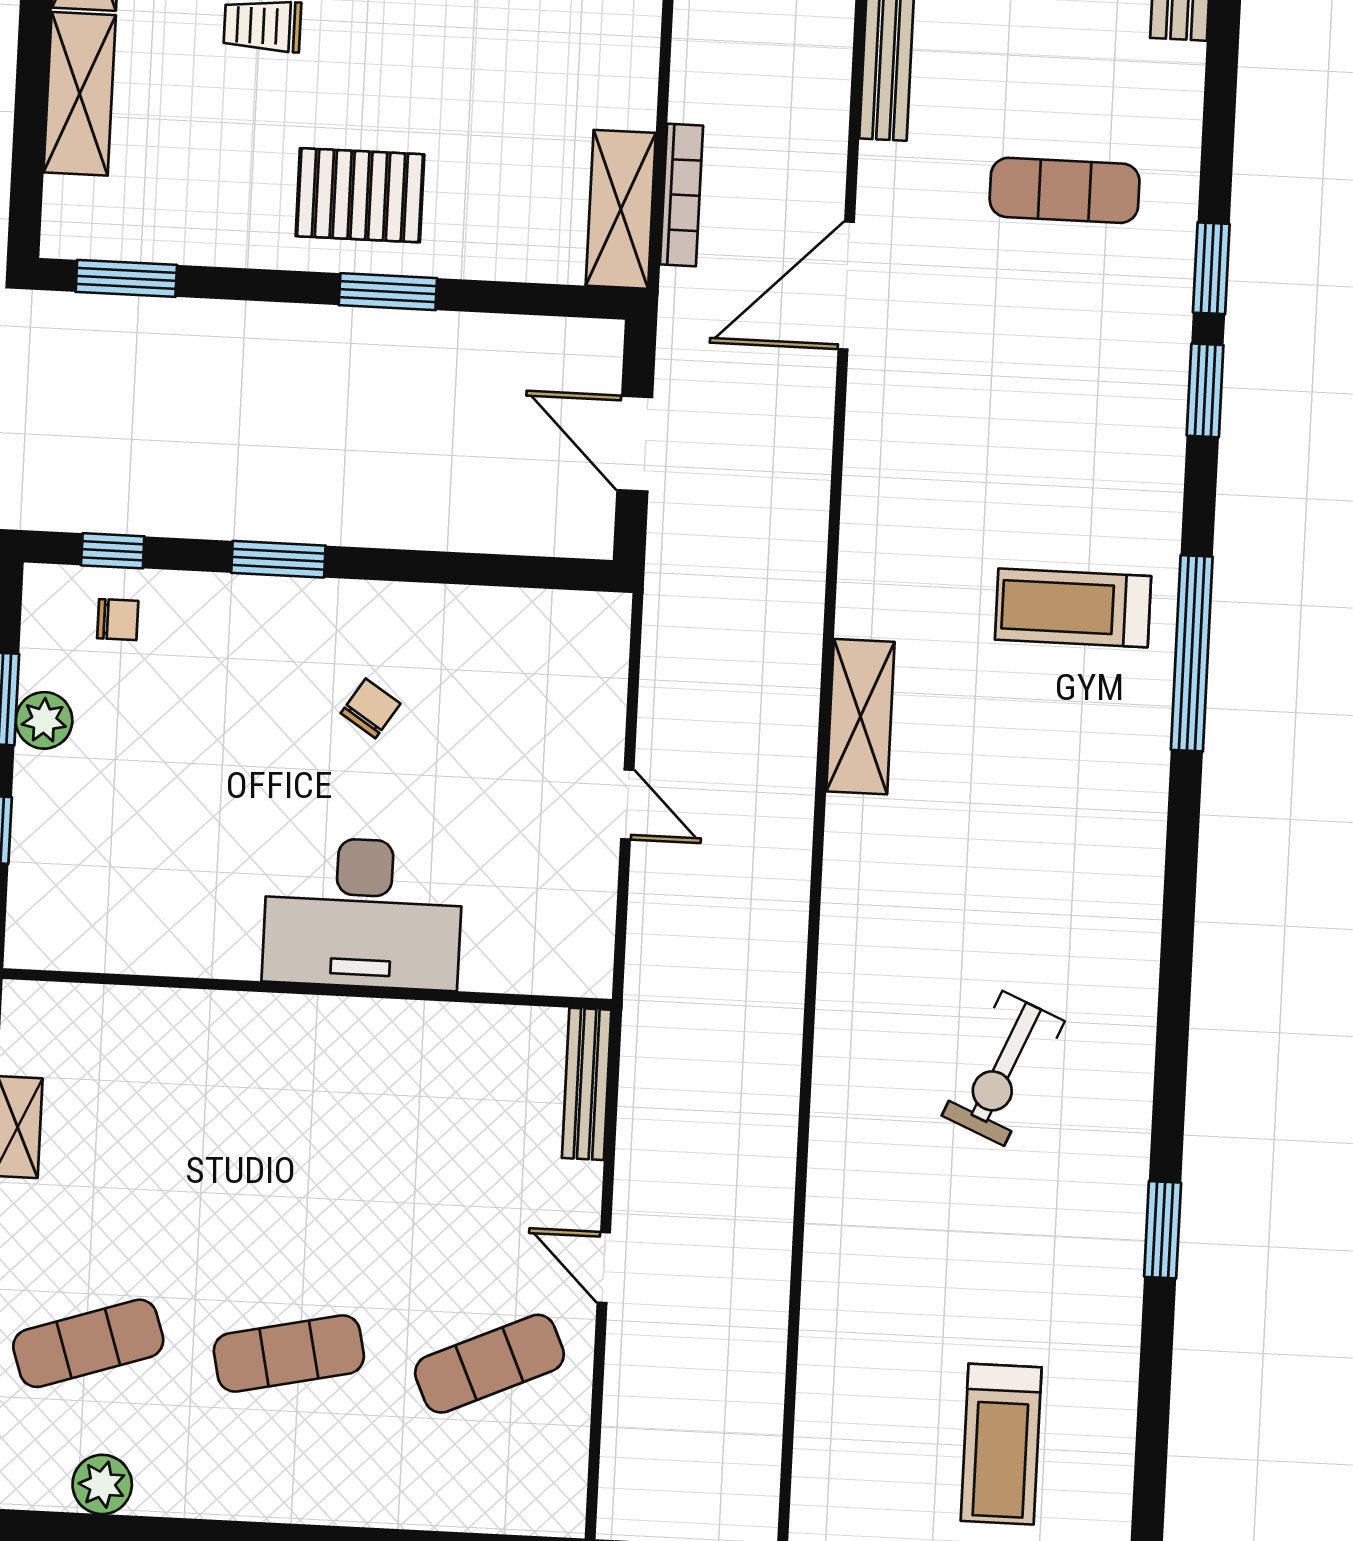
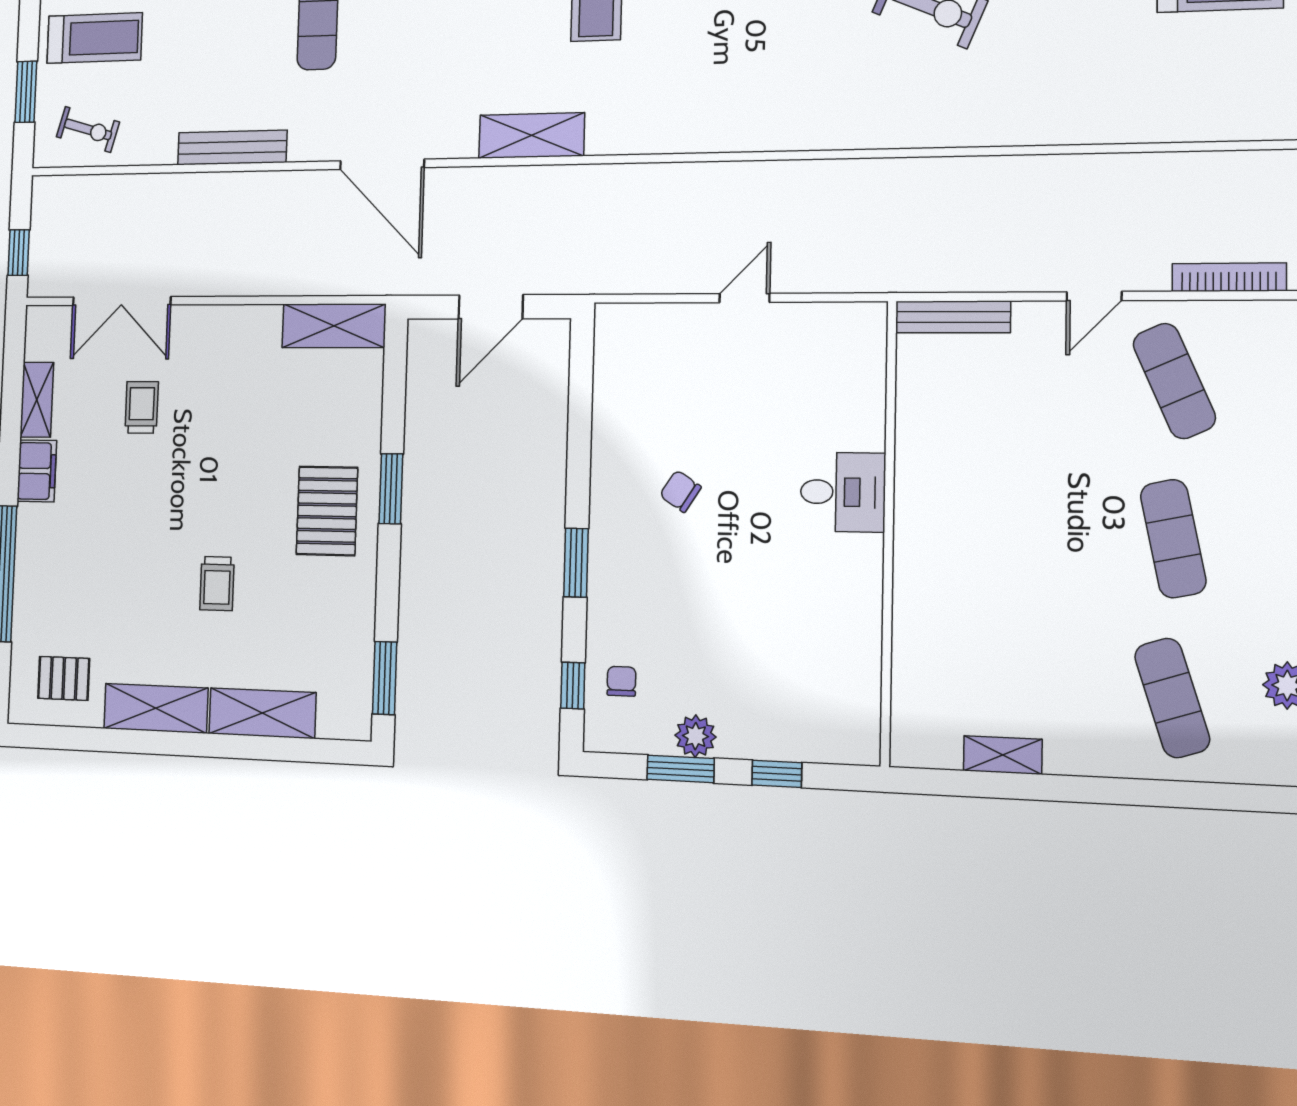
bookcase: (682, 195) -> (1229, 277), moved
shelving: (860, 717) -> (532, 135), moved
desk: (363, 913) -> (843, 492), width x0.53, depth x0.77

